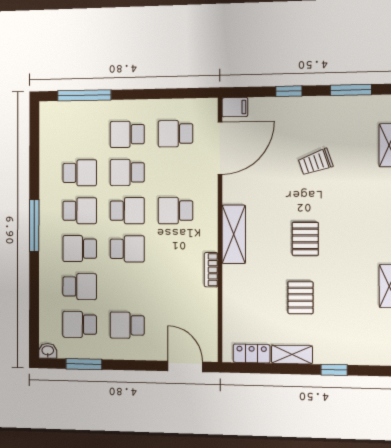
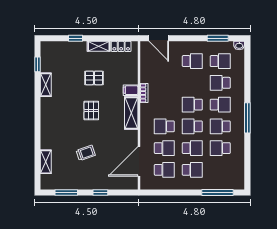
filing cabinet: (235, 107) -> (131, 90), moved
school desk: (175, 172) -> (164, 148), added
school desk: (175, 211) -> (164, 126), turned 180
pallet: (300, 298) -> (94, 78), turned 90

